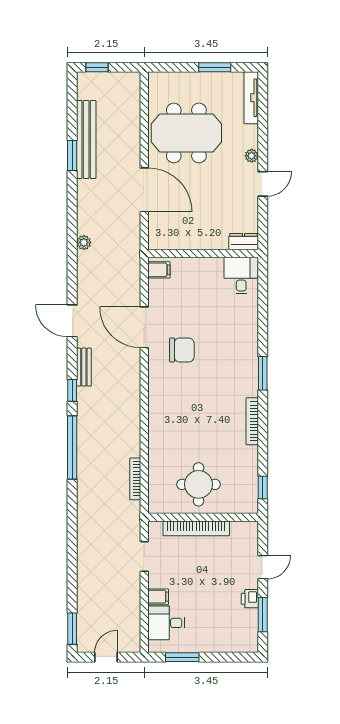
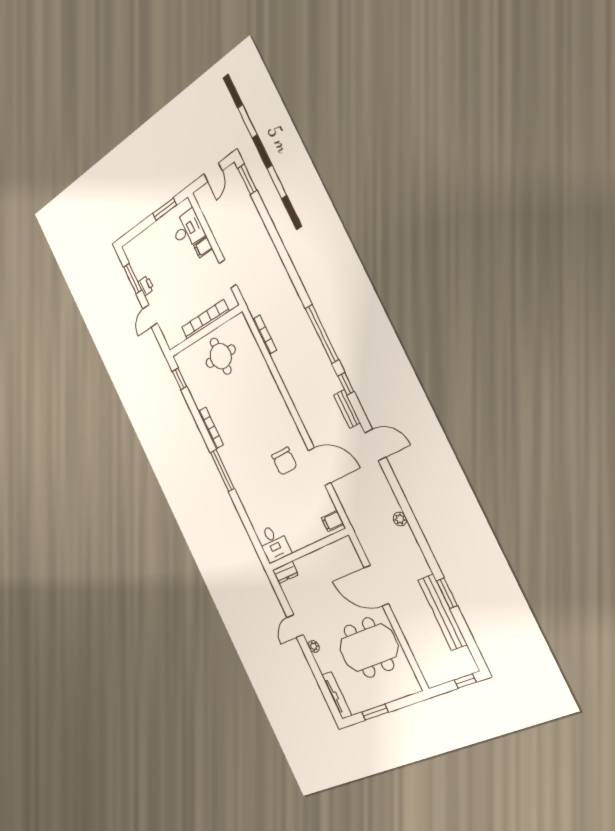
chair: (182, 350) -> (284, 461), turned -90
window: (263, 373) -> (222, 471), width x1.44

